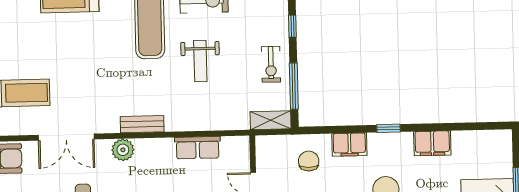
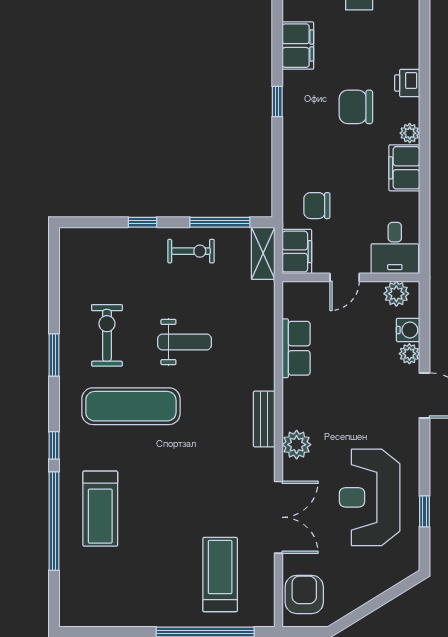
filing cabinet: (349, 145) -> (297, 252), moved

